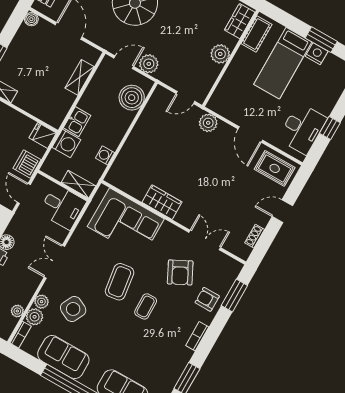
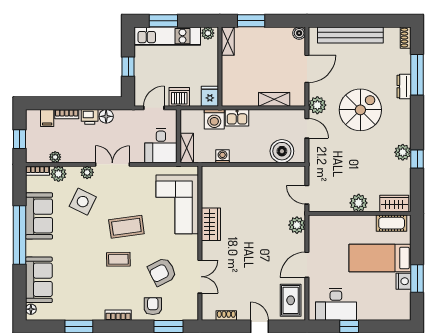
plant: (149, 64) -> (317, 105), moved
plant: (41, 302) -> (87, 172), moved

